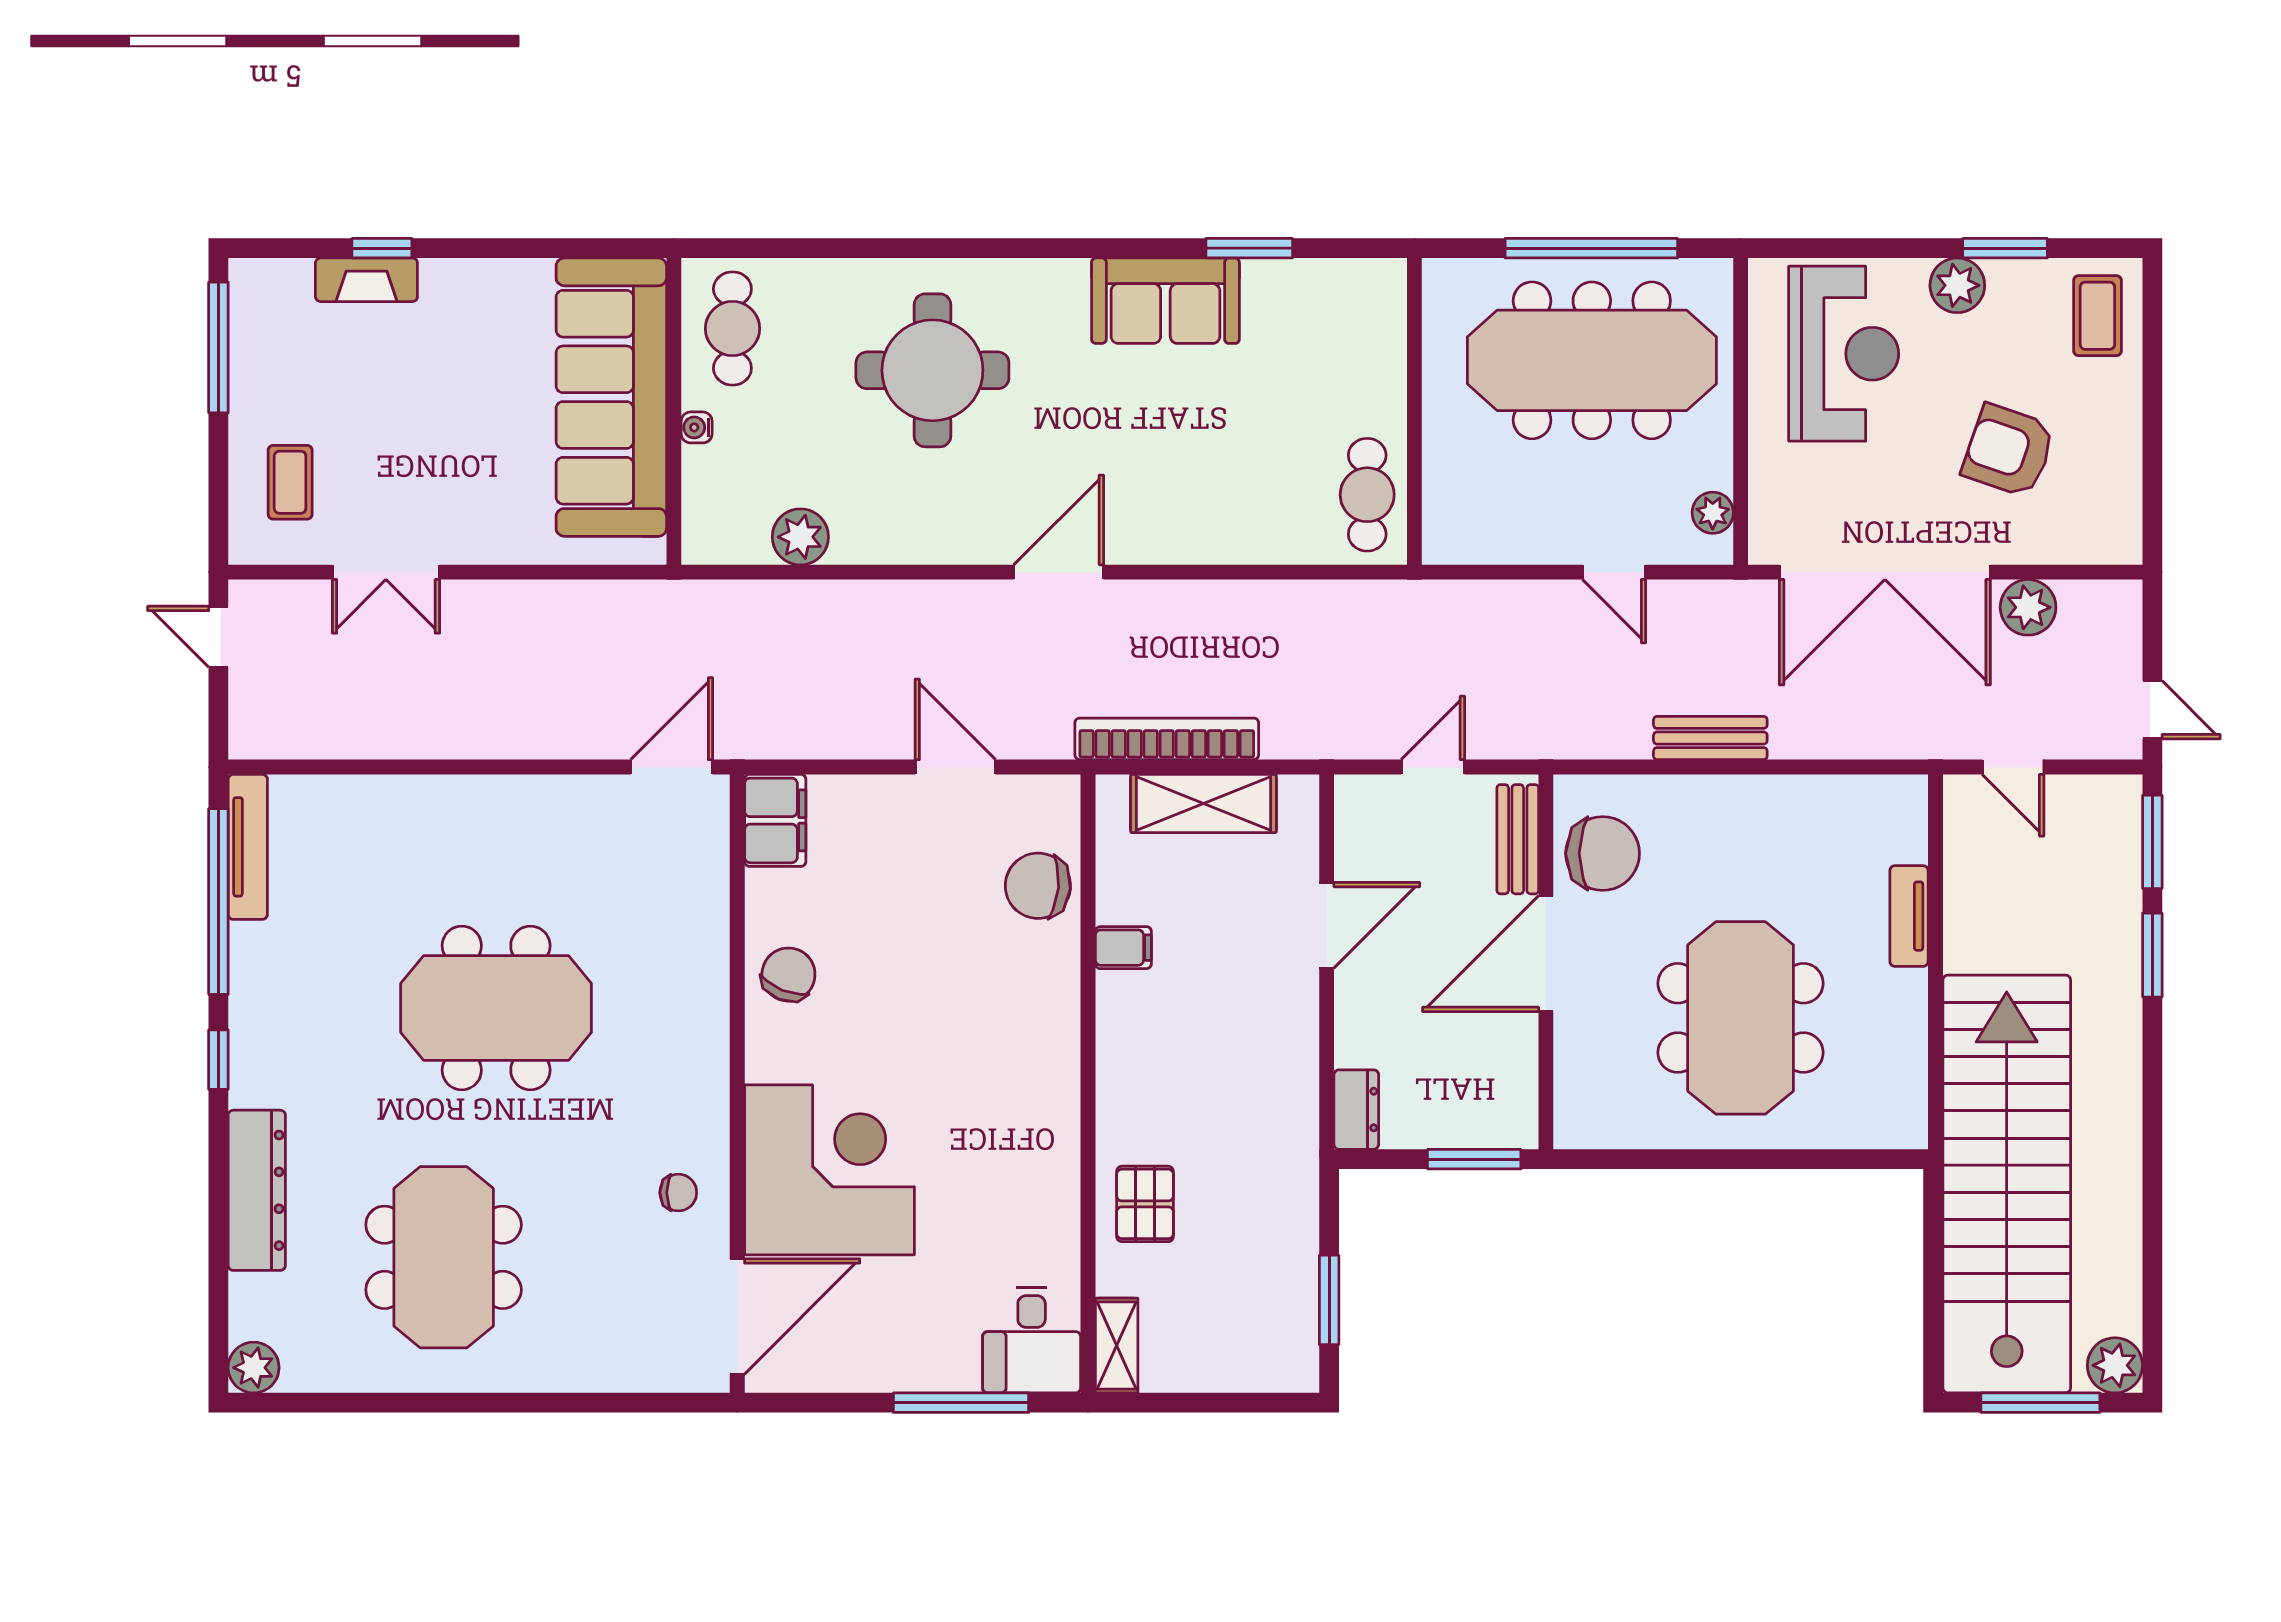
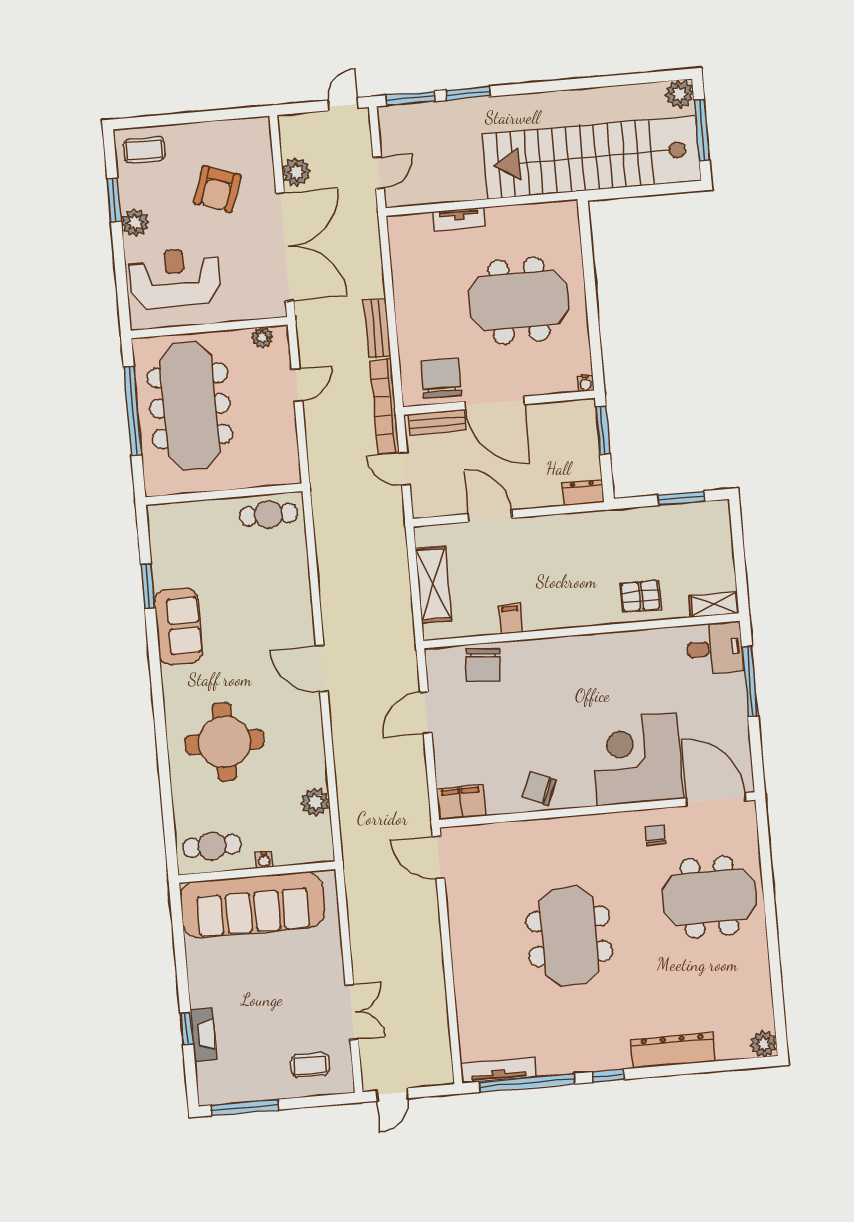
bookcase: (1167, 739) -> (385, 406), moved
water cooler: (1569, 1134) -> (586, 383), added
meeting table: (444, 1257) -> (709, 897), moved

